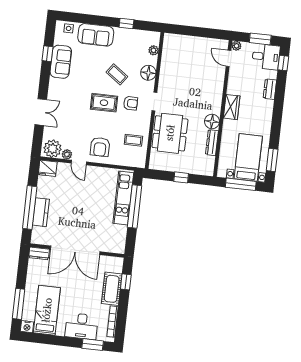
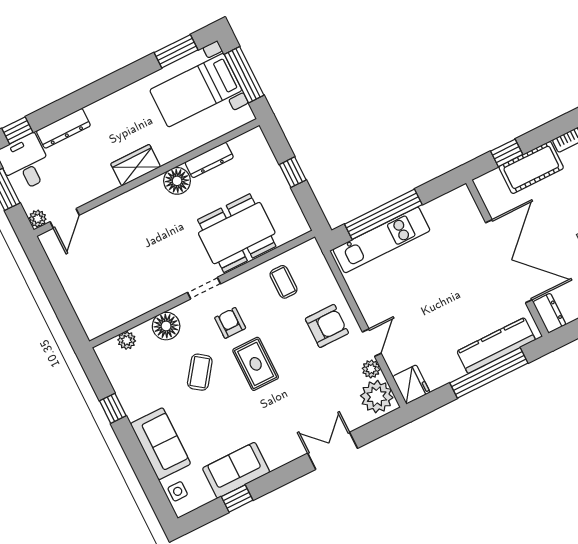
dresser: (270, 89) -> (63, 128), width x1.44
kitchen counter: (41, 212) -> (496, 346), width x1.50

